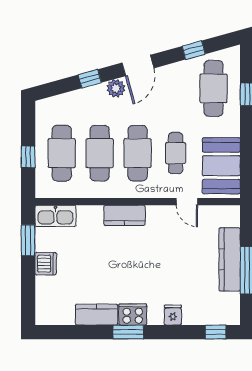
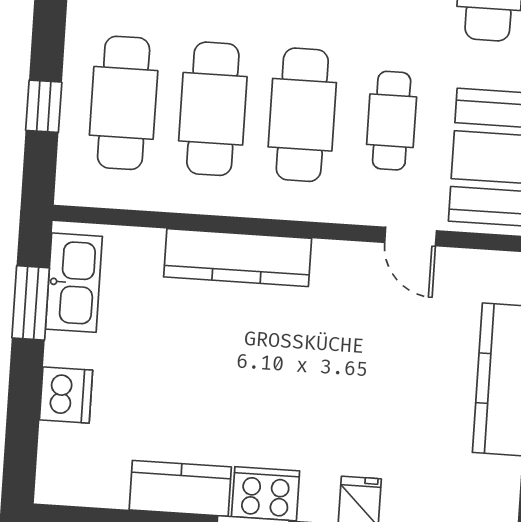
kitchen counter: (125, 215) -> (238, 258), width x1.50
kitchen sink: (55, 216) -> (74, 283), moved, turned -90
dishwasher: (46, 264) -> (66, 395), moved

